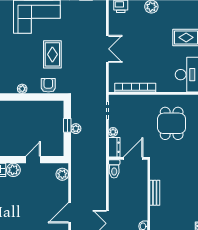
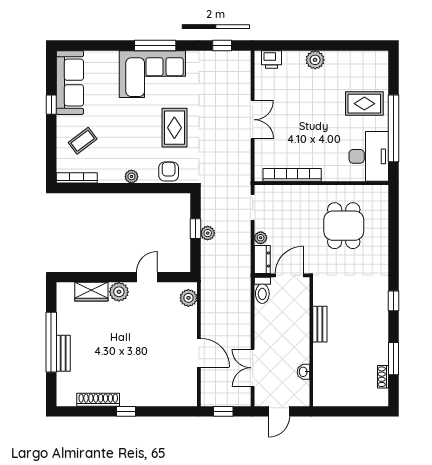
door: (70, 213) -> (199, 353), swing flipped

